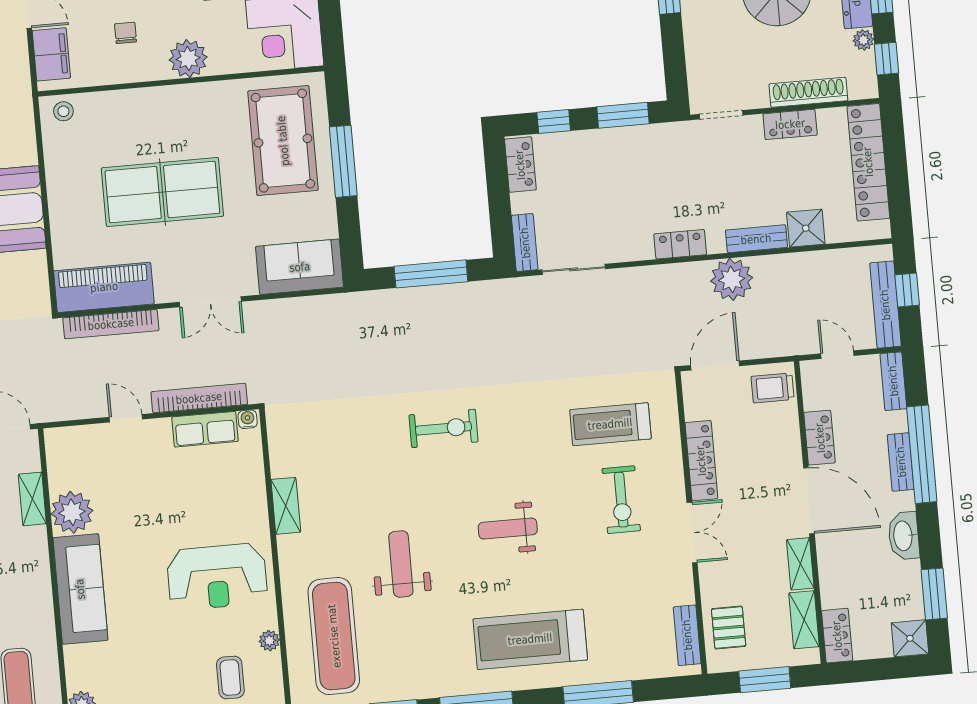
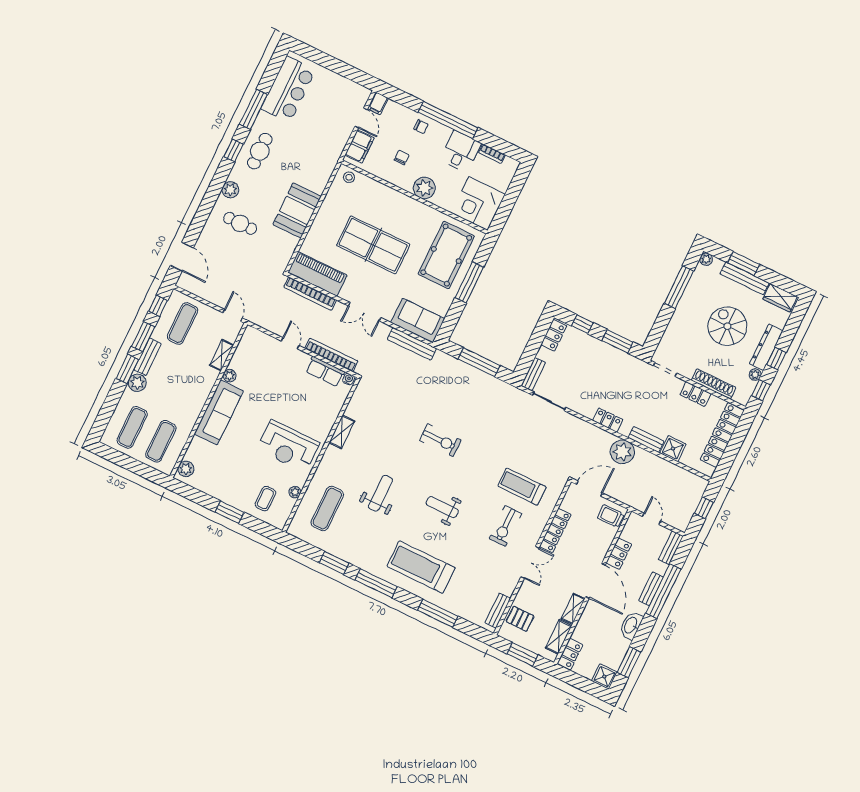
bench: (885, 305) -> (412, 344), moved, turned 90
plant: (72, 512) -> (229, 376), width x0.53, depth x0.53
pallet: (729, 628) -> (520, 619), turned 90
exercise mat: (334, 636) -> (327, 509), width x0.73, depth x0.69

